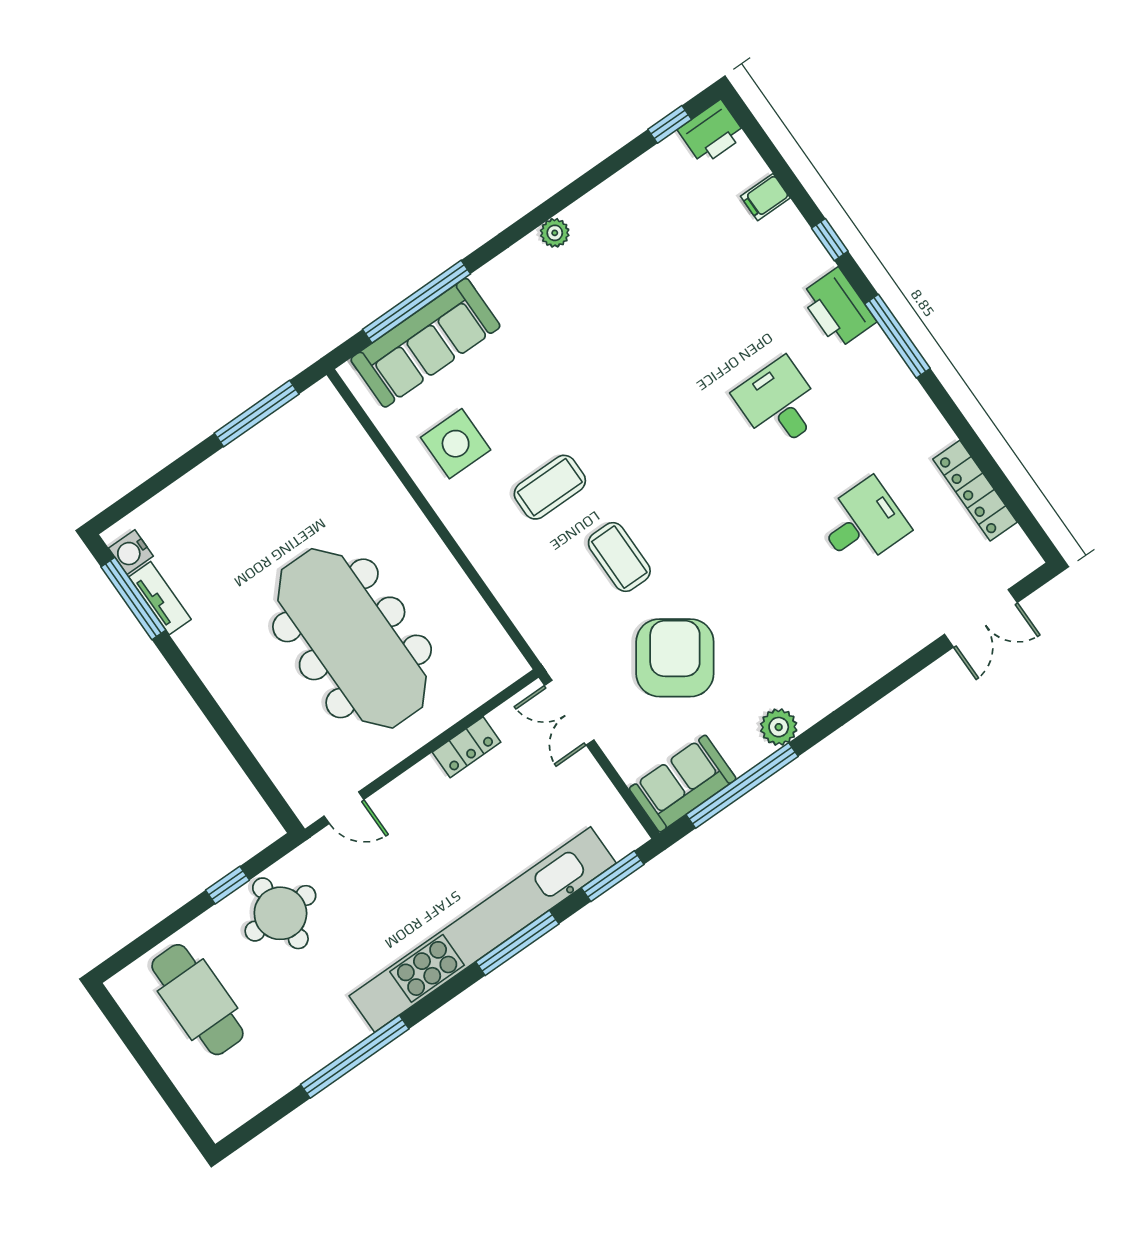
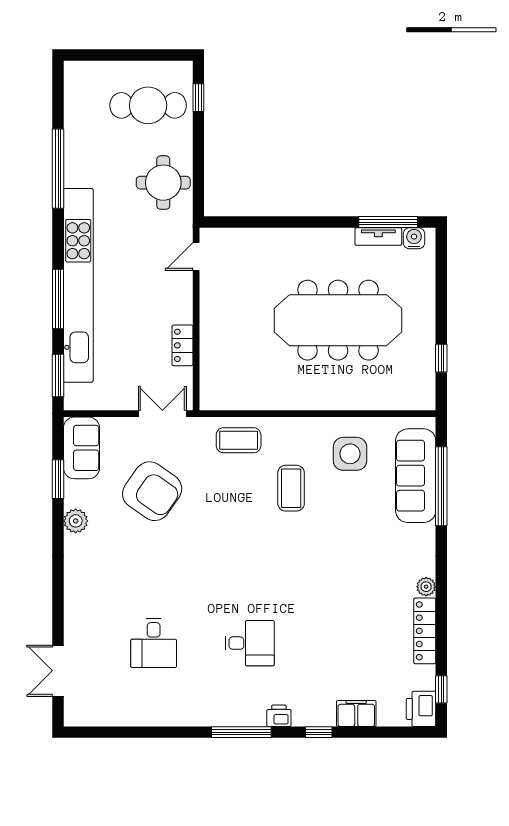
filing cabinet: (765, 197) -> (356, 713), width x2.00
printer: (838, 308) -> (279, 716), width x0.53, depth x0.68
window: (257, 414) -> (441, 358), width x0.46
locker: (975, 491) -> (425, 631), moved, turned -90
coffee table: (619, 557) -> (239, 440), moved
meeting table: (352, 638) -> (338, 320), moved
window: (742, 786) -> (58, 479), width x0.47
window: (227, 885) -> (198, 98), moved

